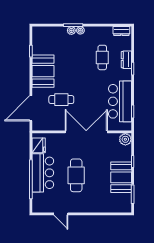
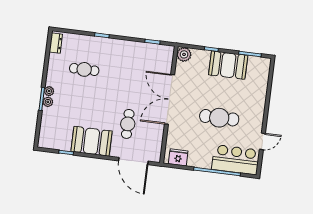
dresser: (126, 60) -> (90, 41), removed
bar counter: (120, 101) -> (139, 55), removed
bar counter: (43, 173) -> (236, 160), moved

